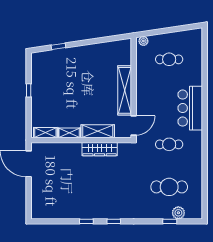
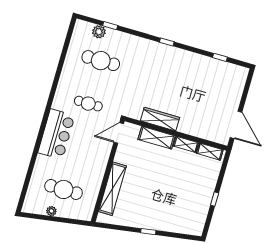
plant: (143, 41) -> (51, 211), moved
window: (58, 46) -> (148, 232), moved
cafe table: (169, 59) -> (64, 189), width x1.37, depth x1.35
shelving: (125, 90) -> (112, 189), moved
window: (86, 221) -> (220, 57), moved

